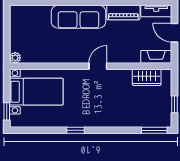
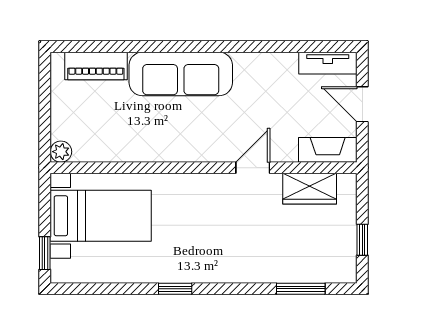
piano: (123, 13) -> (96, 66), moved
door: (98, 66) -> (253, 168), moved
window: (154, 130) -> (301, 289), moved

